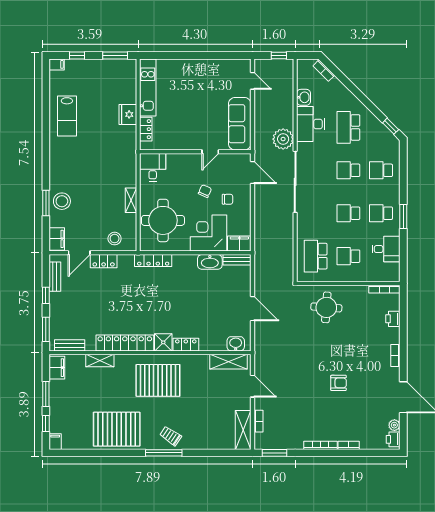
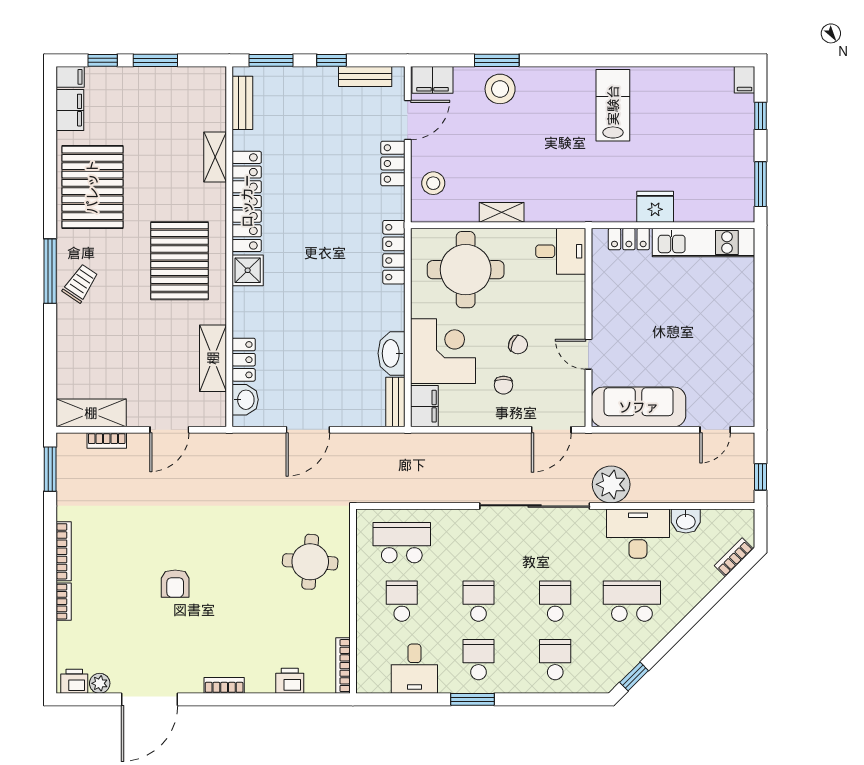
lab bench: (67, 116) -> (613, 105), moved, turned 90
door: (79, 253) -> (408, 120), swing flipped
locker: (186, 345) -> (244, 360), moved
shelving: (229, 362) -> (213, 358), moved
filing cabinet: (57, 368) -> (70, 110), moved, turned -90

